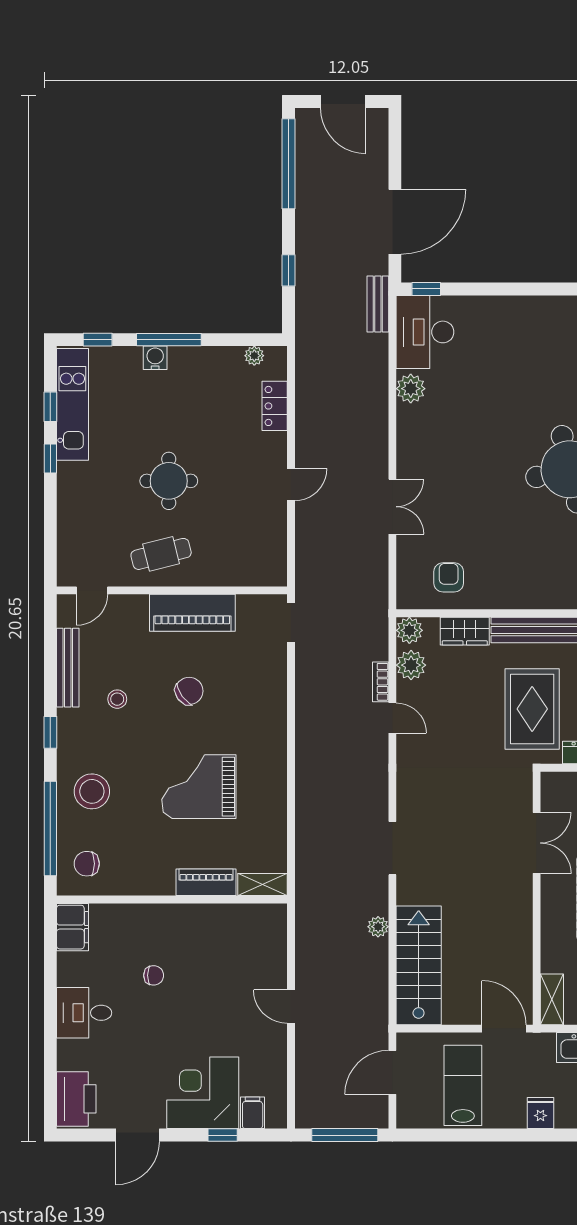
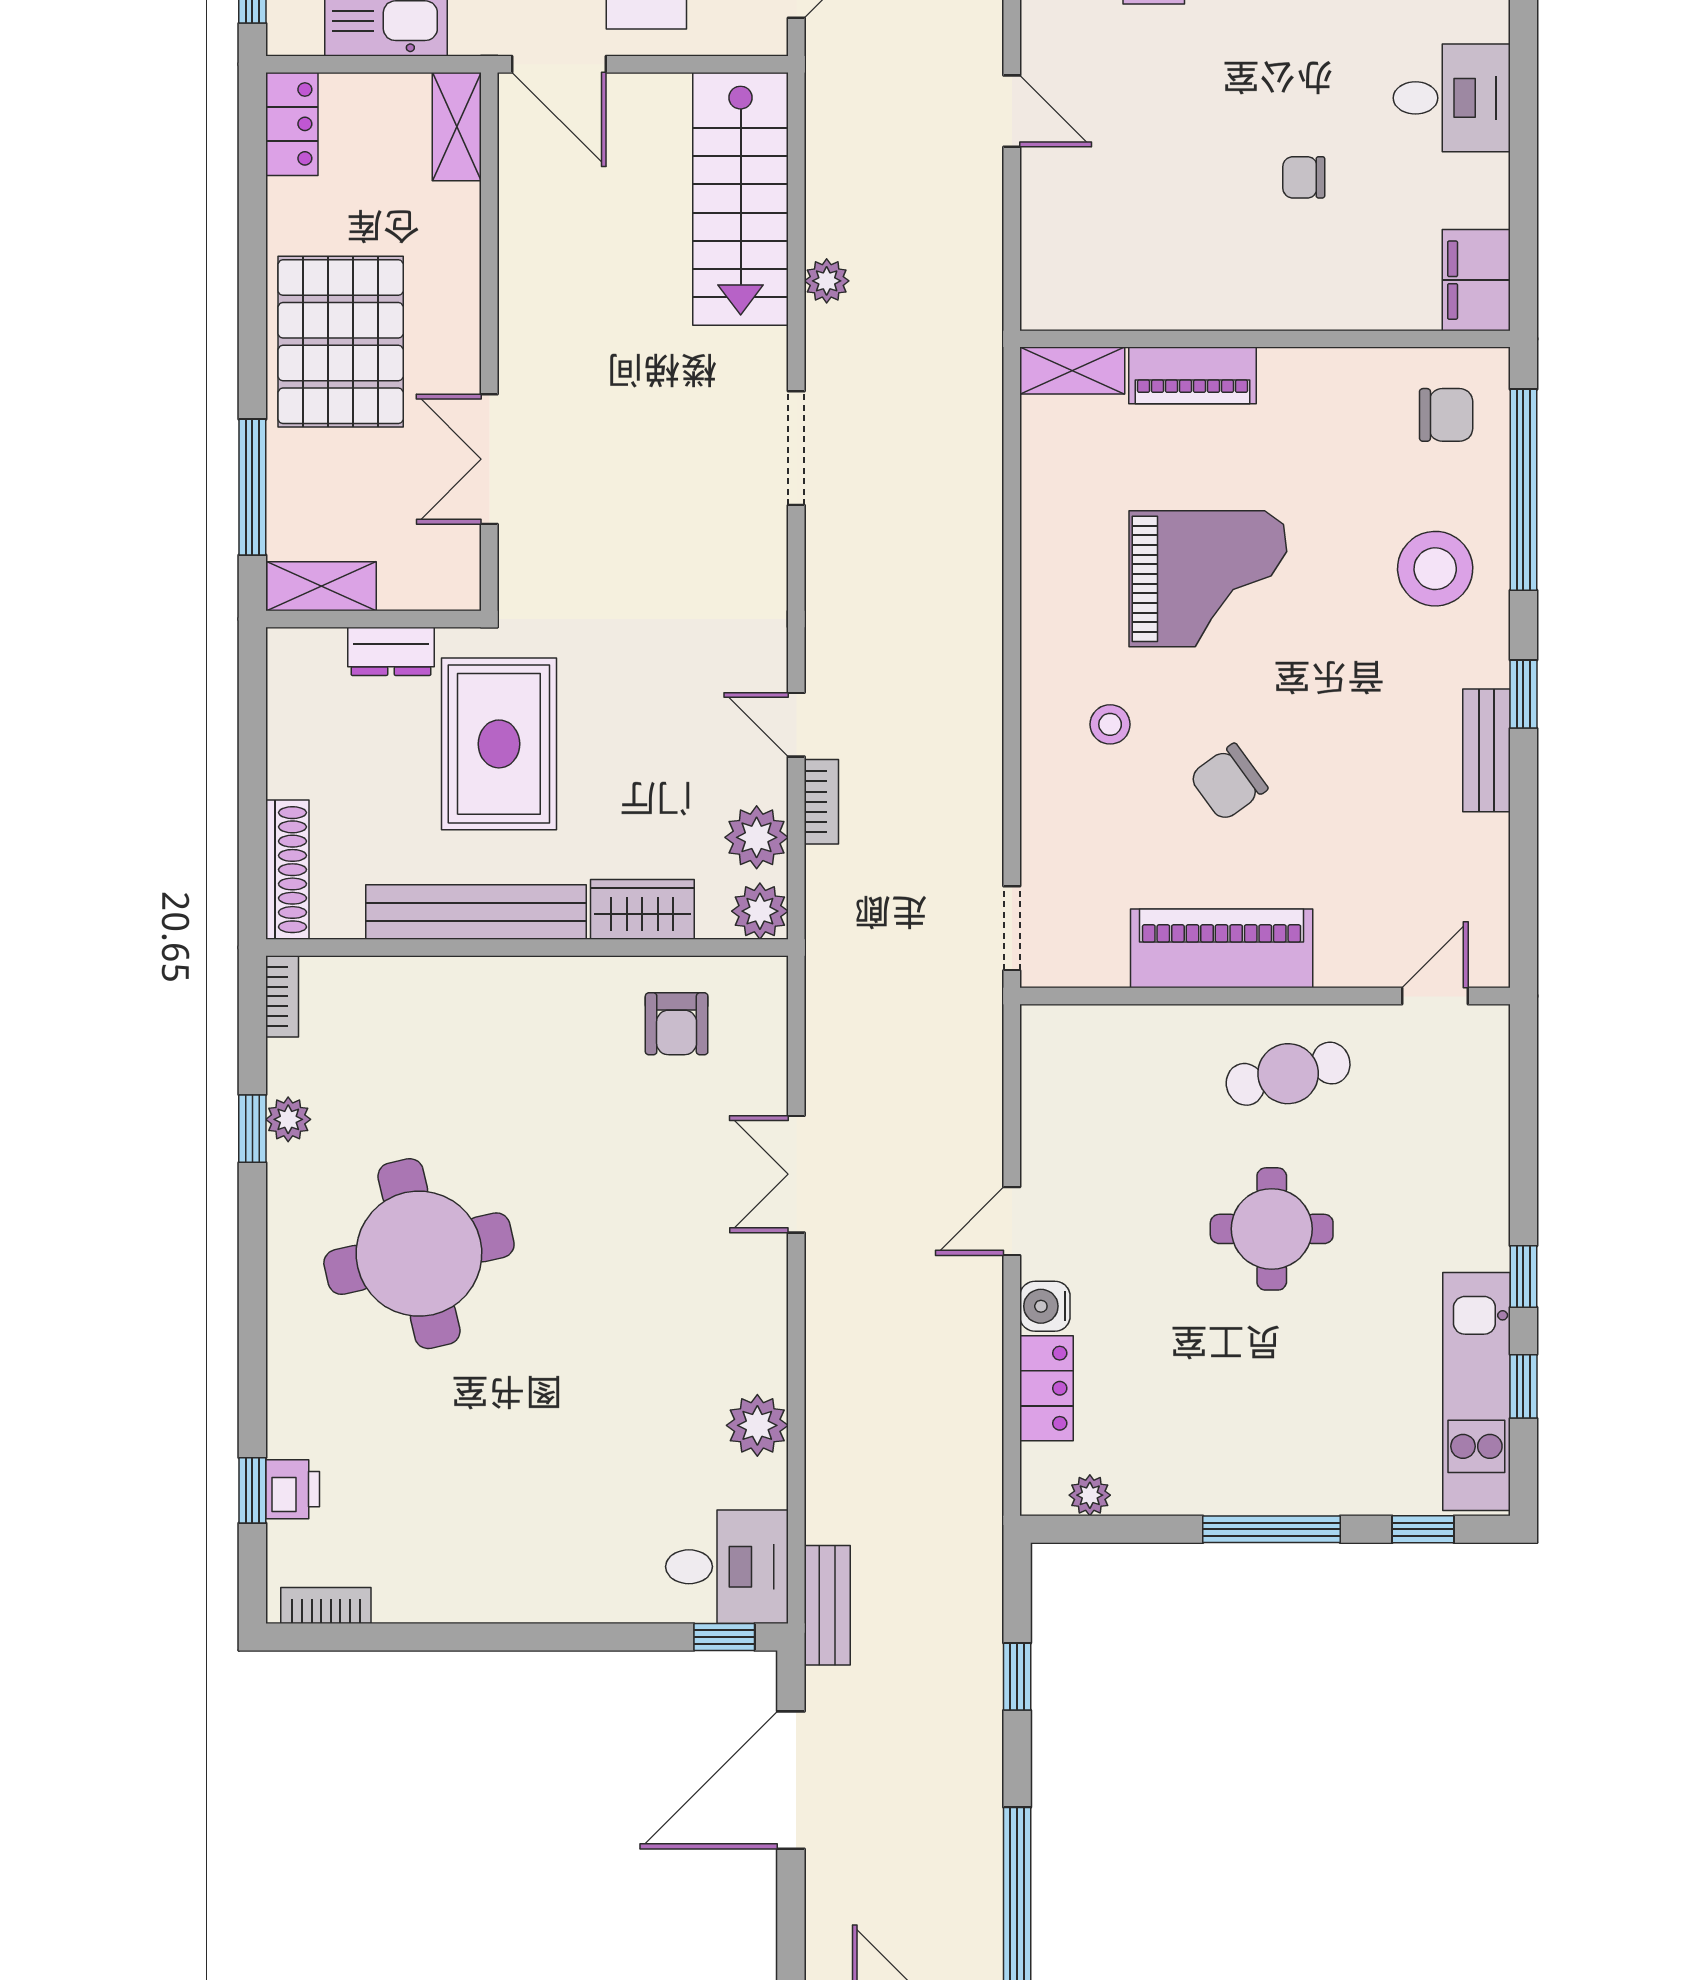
desk: (425, 332) -> (727, 1567), width x0.73
water cooler: (155, 358) -> (1045, 1306), moved, turned 90
bench: (68, 668) -> (1486, 750), moved, width x0.73
stool: (117, 699) -> (1110, 724), moved

